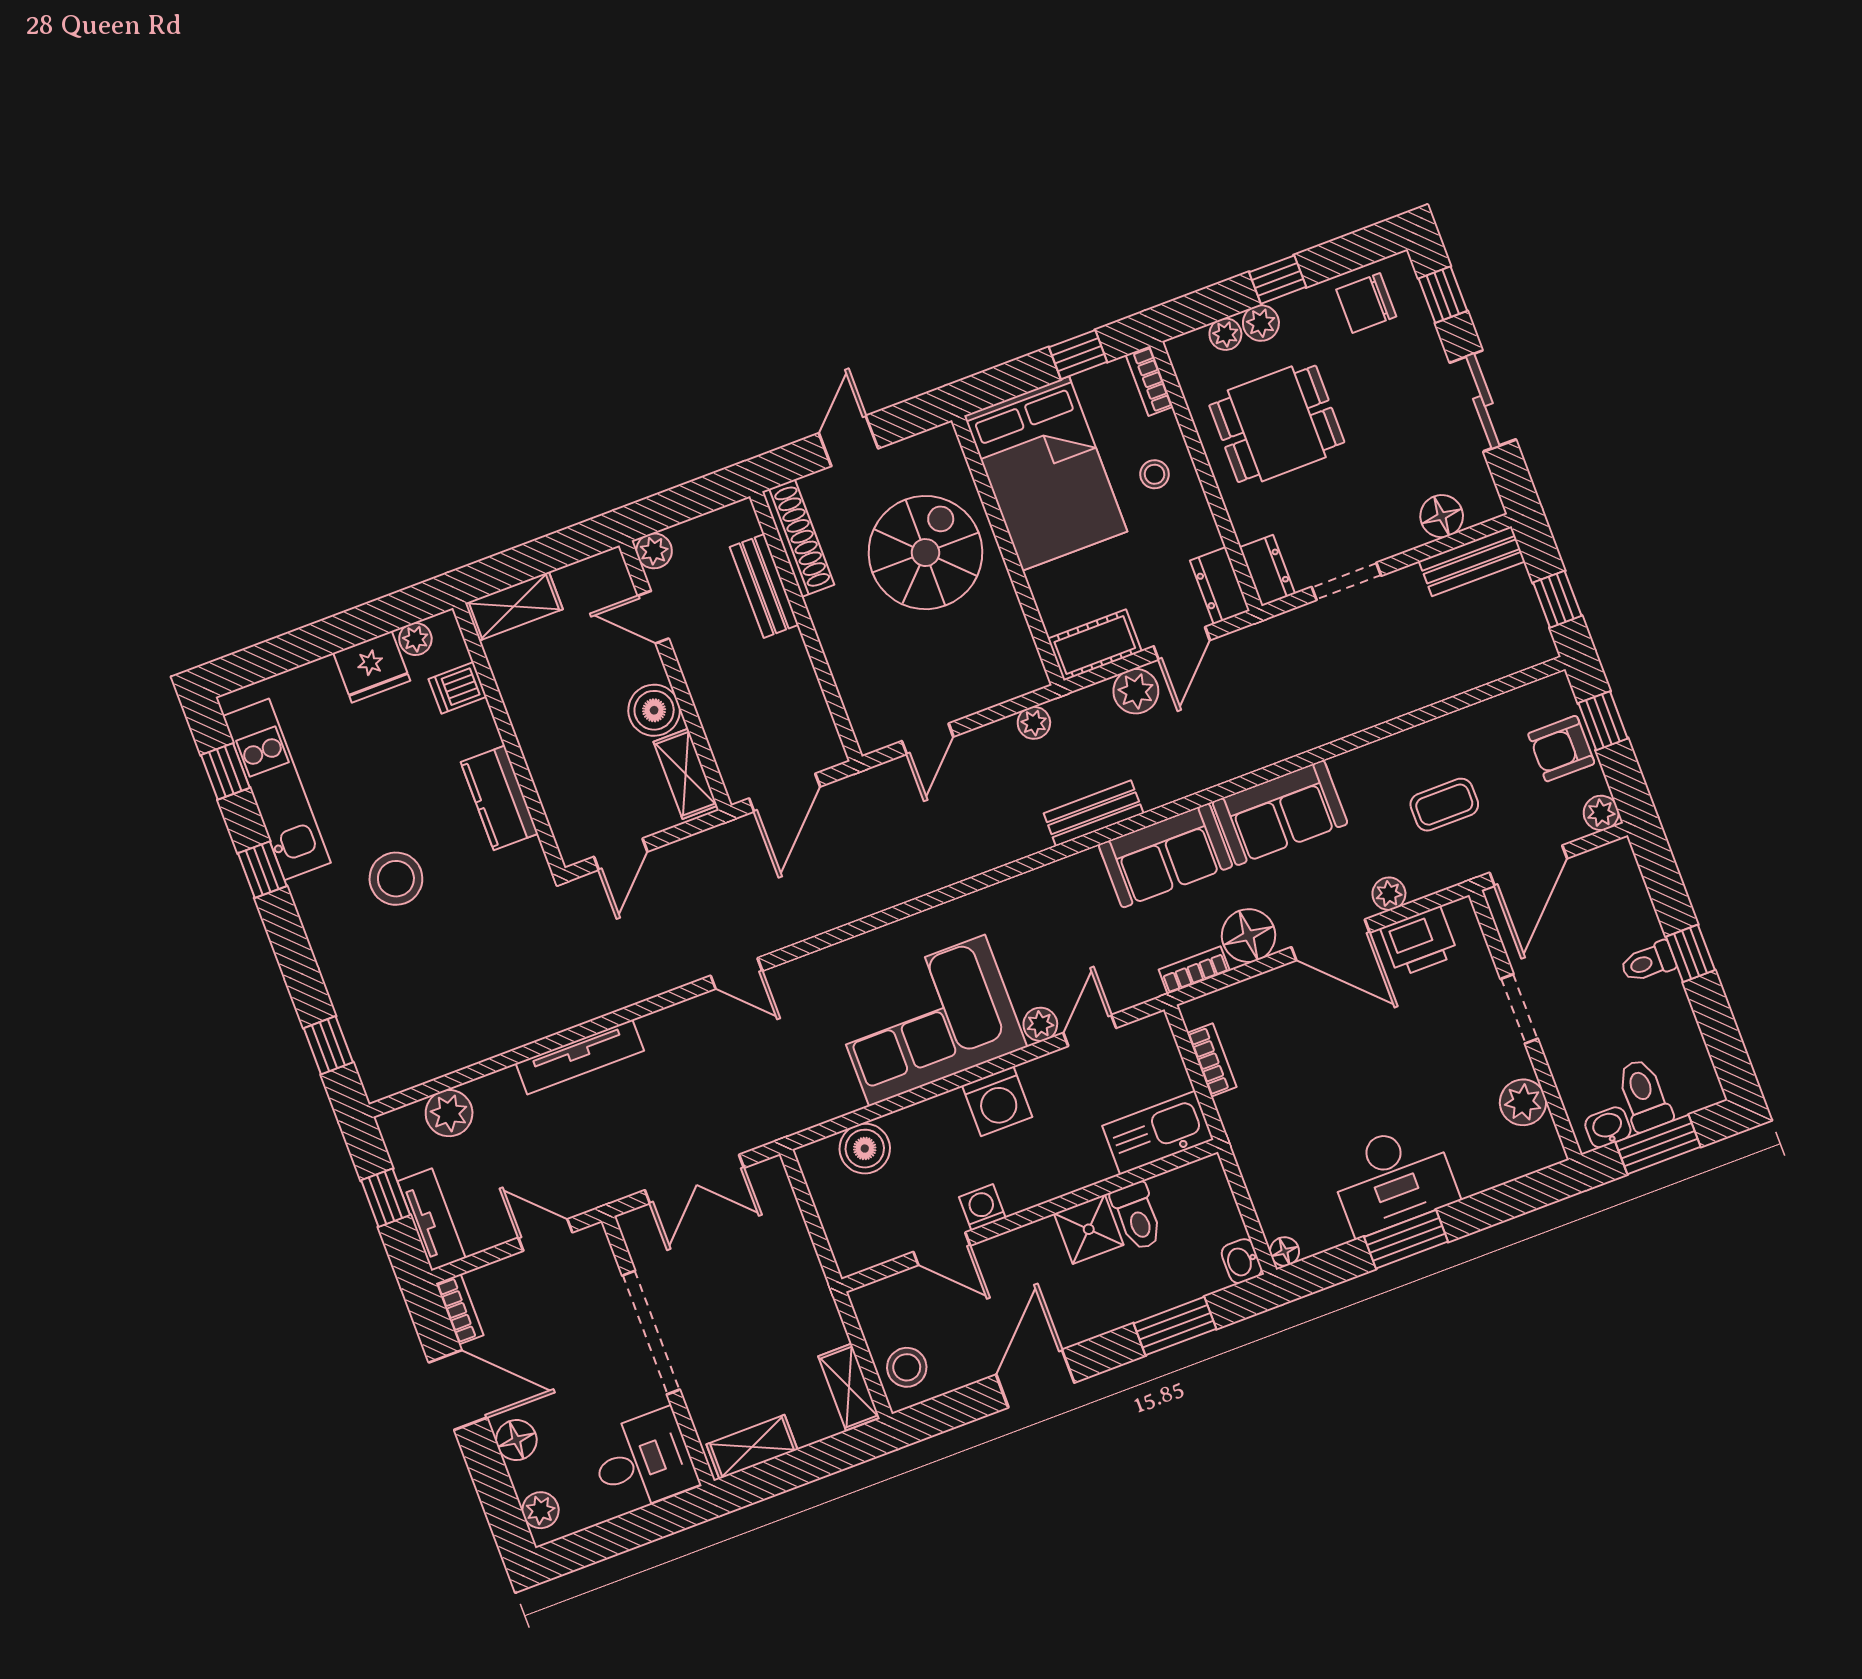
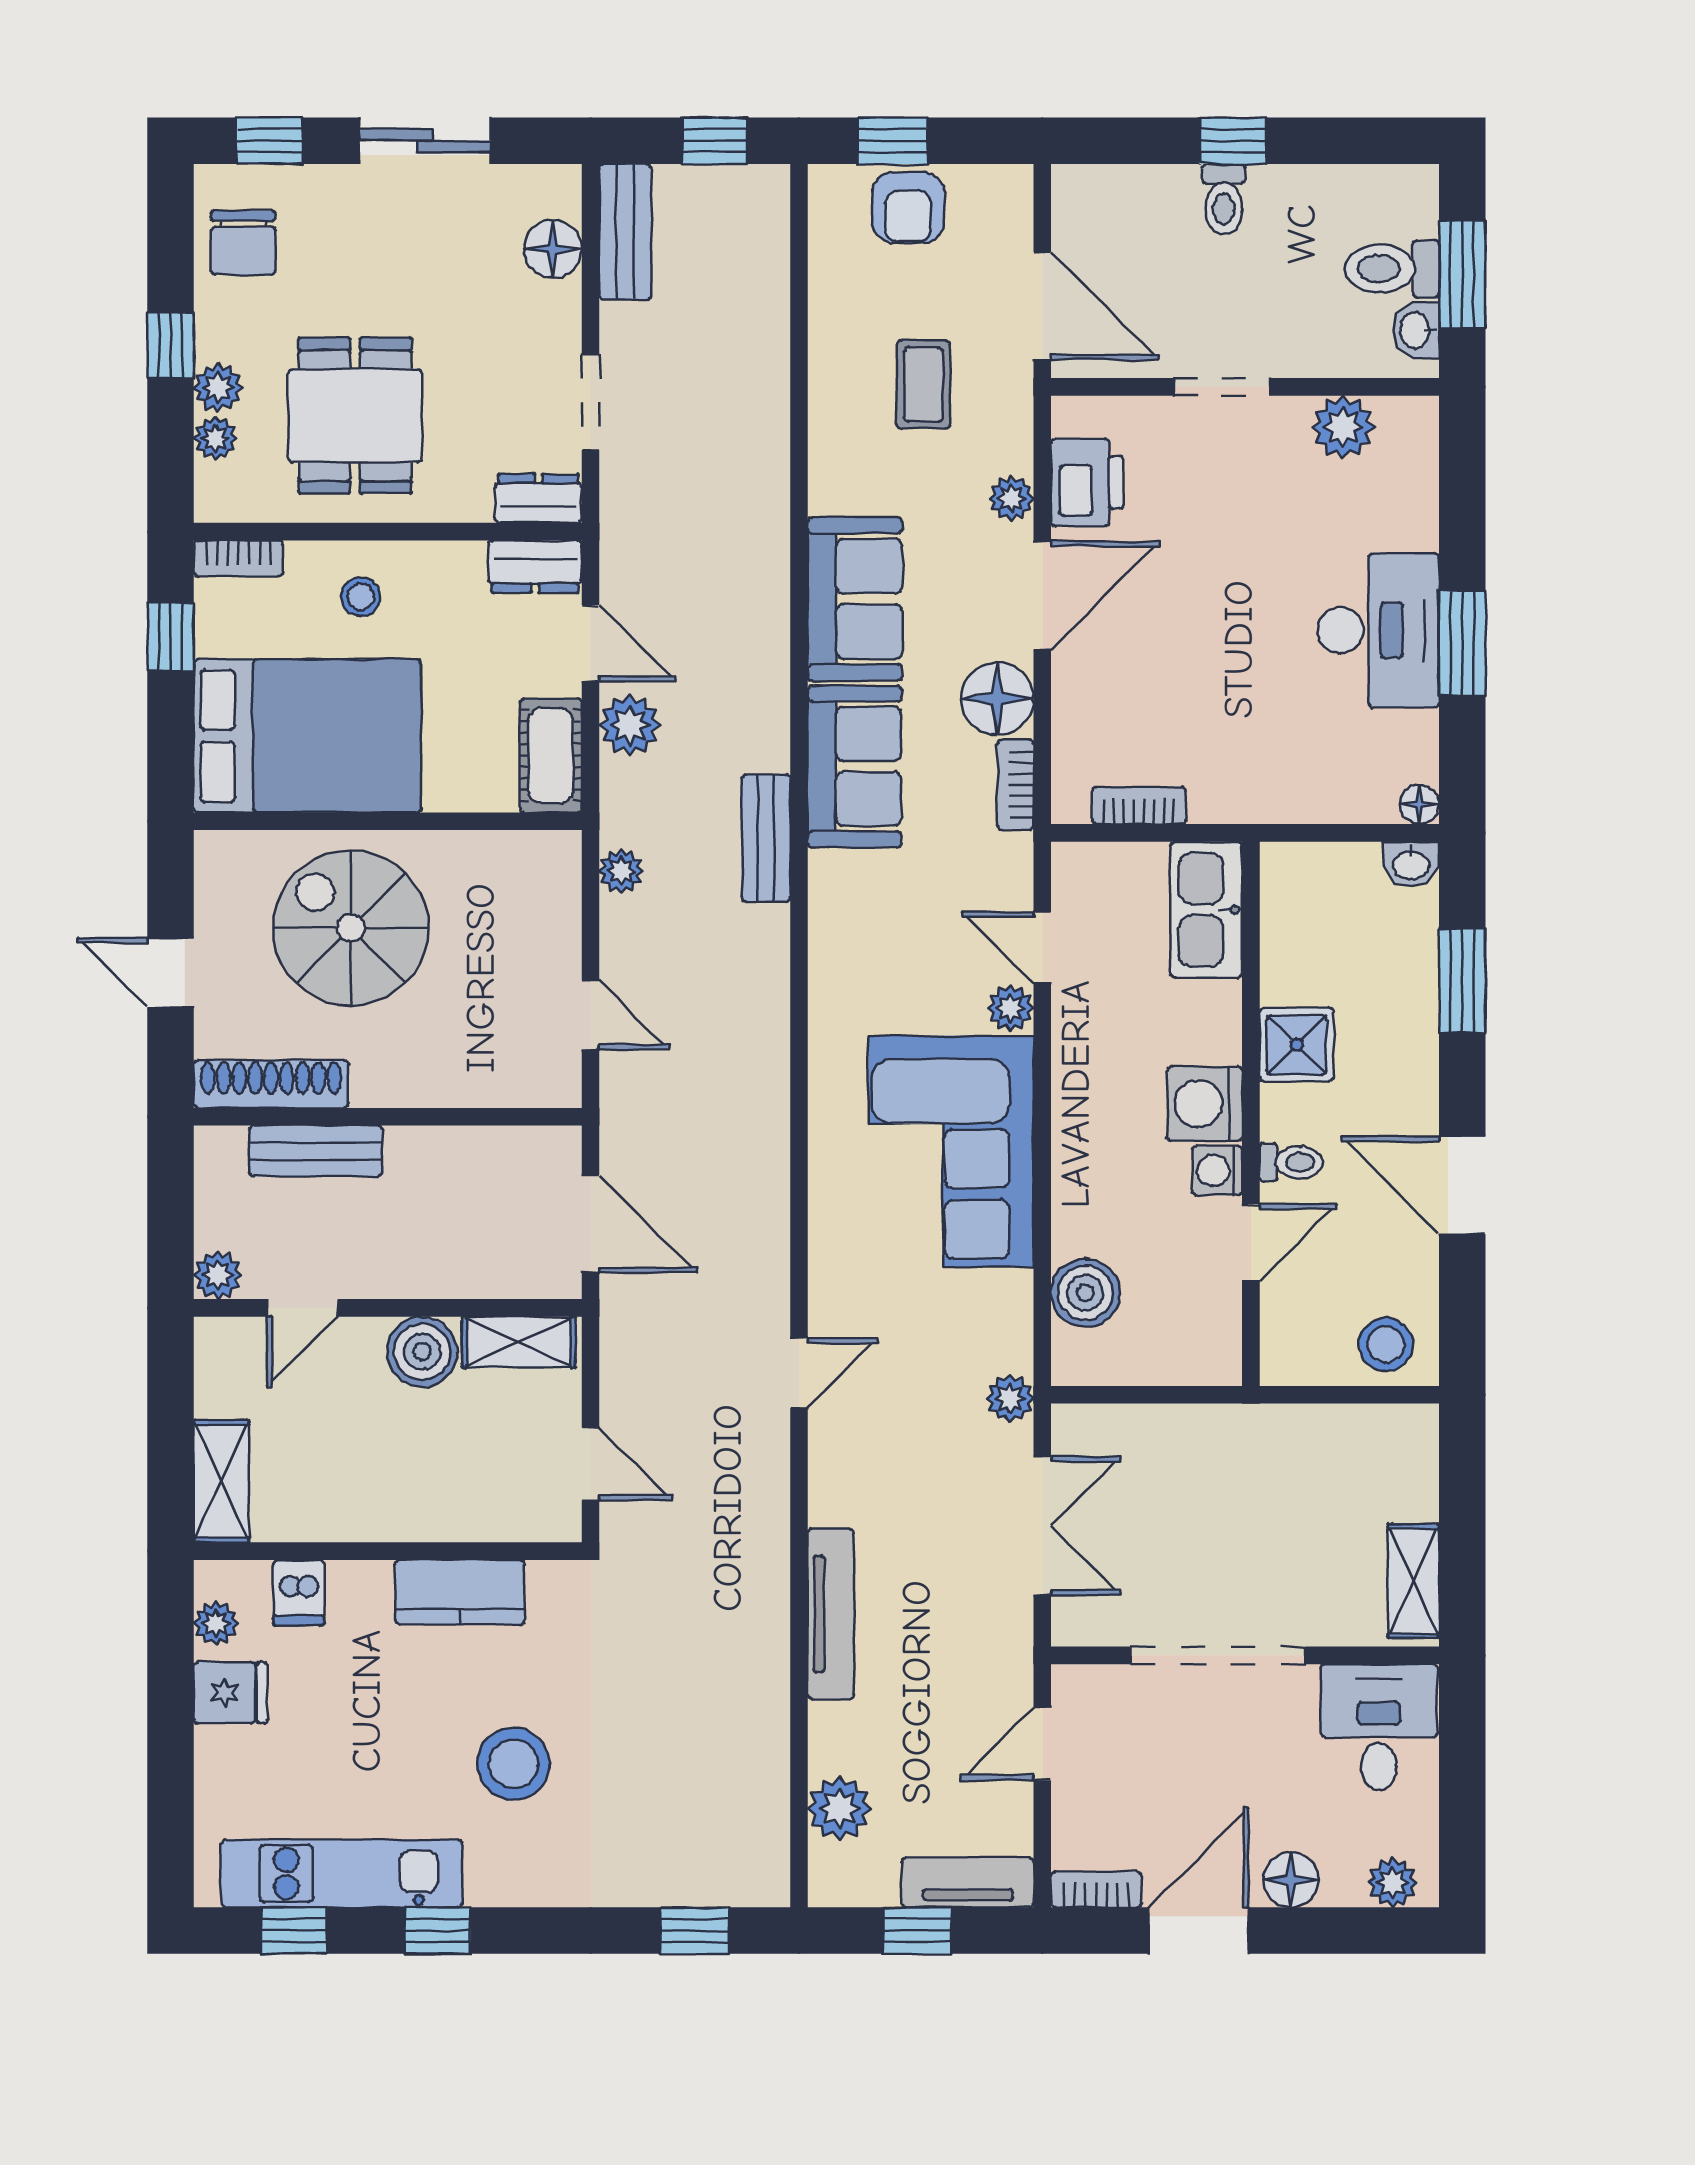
fridge: (372, 667) -> (230, 1693), width x0.72
plant: (1601, 813) -> (1010, 1398), moved
washing machine: (997, 1101) -> (1205, 1104), moved, turned 180
toilet: (1137, 1216) -> (1291, 1162), moved, width x0.73, depth x0.72
shelving: (849, 1387) -> (1383, 1428), removed

